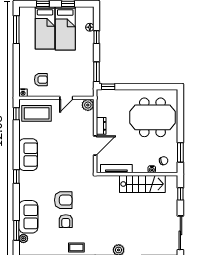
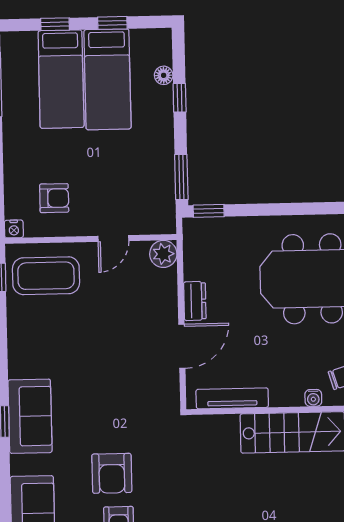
sofa: (28, 155) -> (30, 416), moved
armchair: (63, 200) -> (112, 473), turned 90

